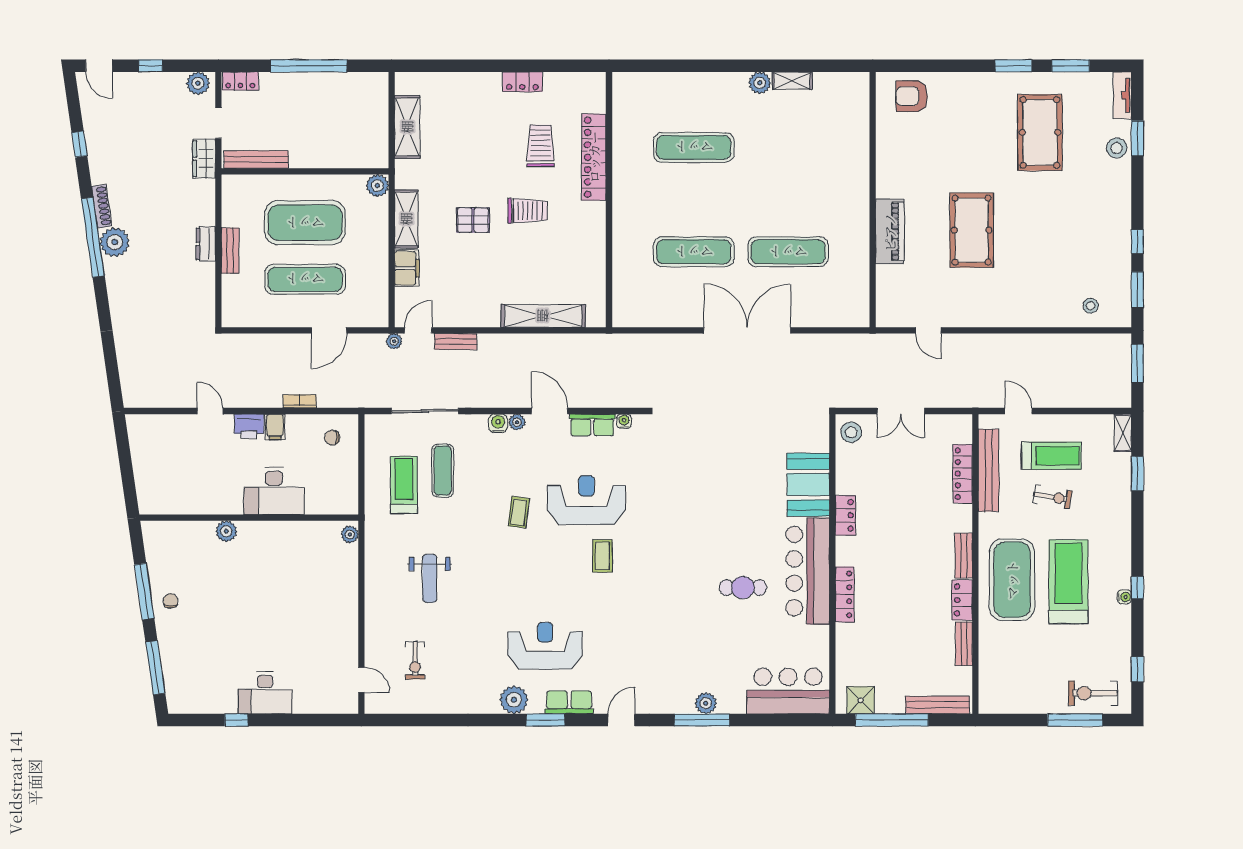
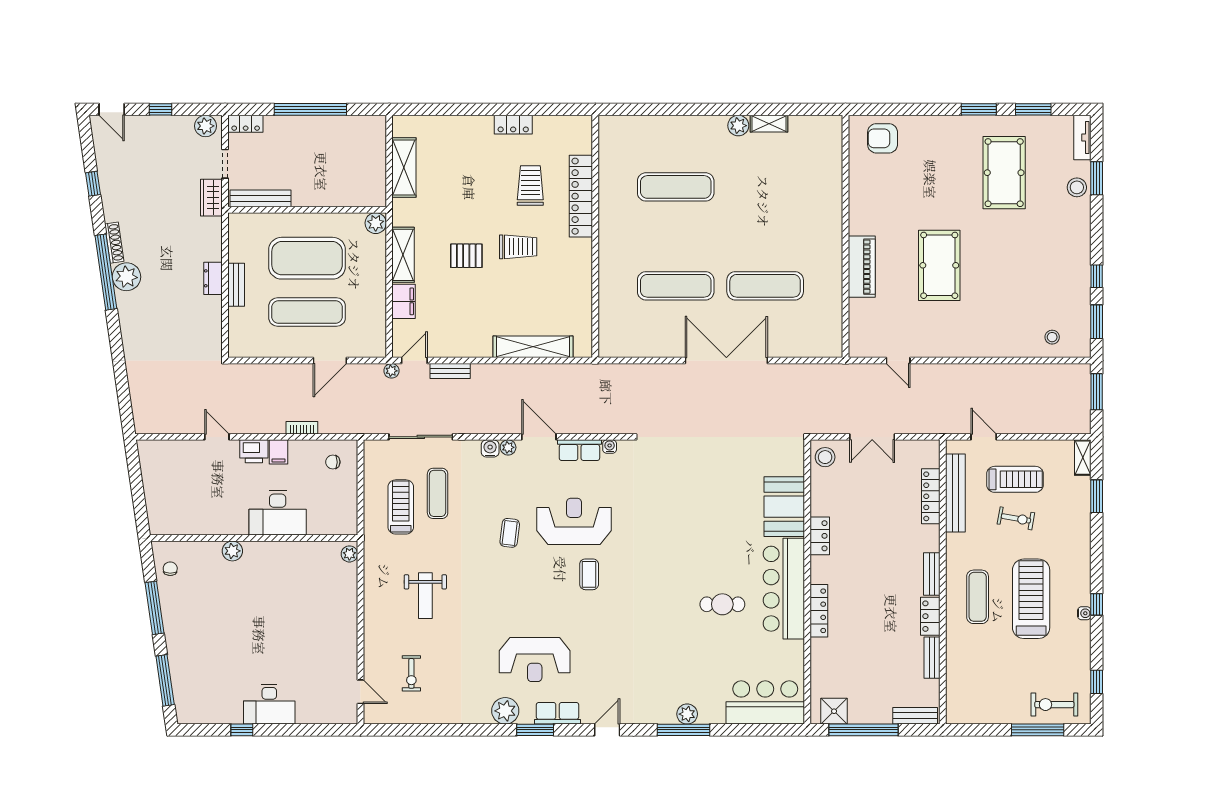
exercise mat: (1012, 580) -> (978, 597), width x0.50, depth x0.69
chair: (171, 601) -> (170, 569), moved
reception desk: (545, 646) -> (535, 660), turned 180
bench: (938, 705) -> (915, 716), width x0.73

